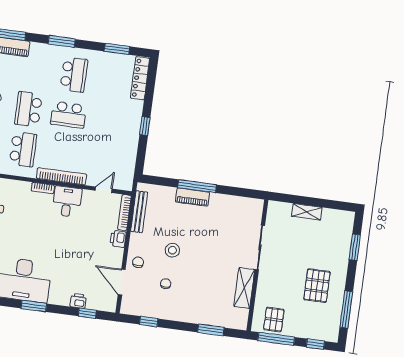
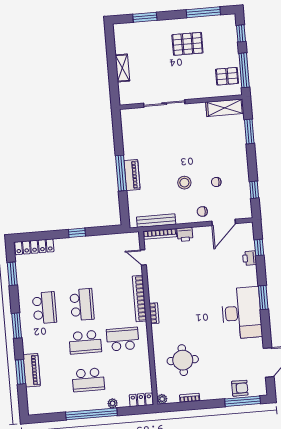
school desk: (74, 75) -> (44, 308), turned 90
desk: (67, 202) -> (161, 288), removed
shelving: (244, 288) -> (225, 108), moved

